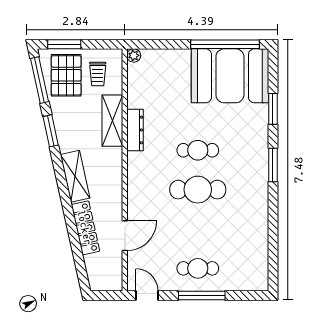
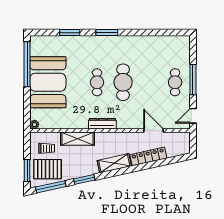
booth: (230, 76) -> (48, 82), moved
dresser: (135, 130) -> (102, 124), moved

